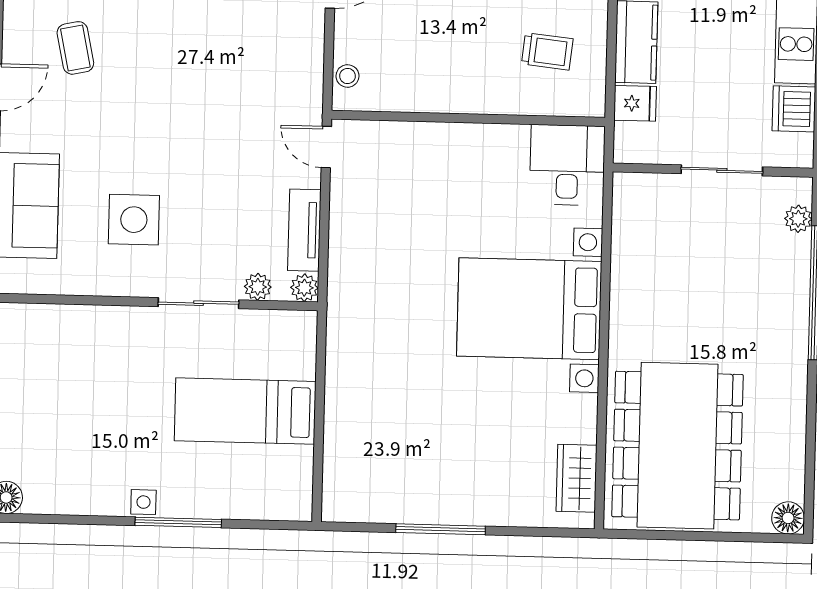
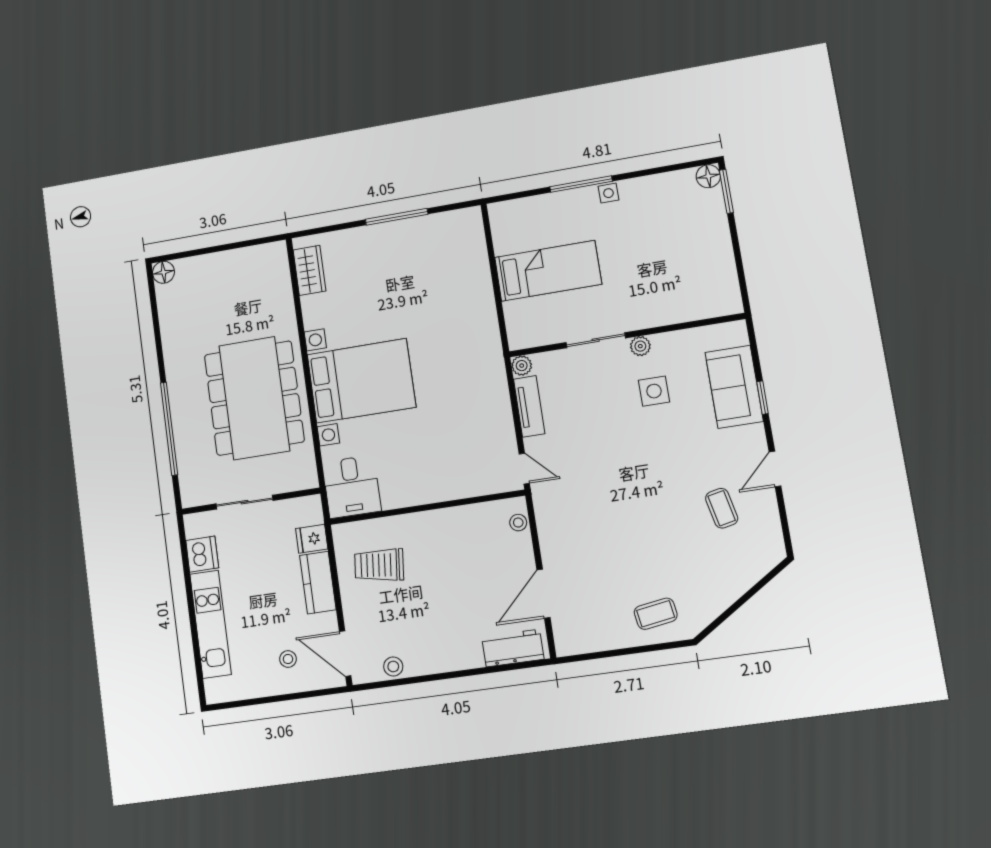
trolley: (547, 51) -> (379, 565), width x1.36, depth x1.39
plant: (798, 219) -> (188, 478), removed
side table: (134, 220) -> (654, 391), width x0.73, depth x0.73
plant: (258, 287) -> (640, 346), moved
dining table: (677, 446) -> (254, 398), moved

